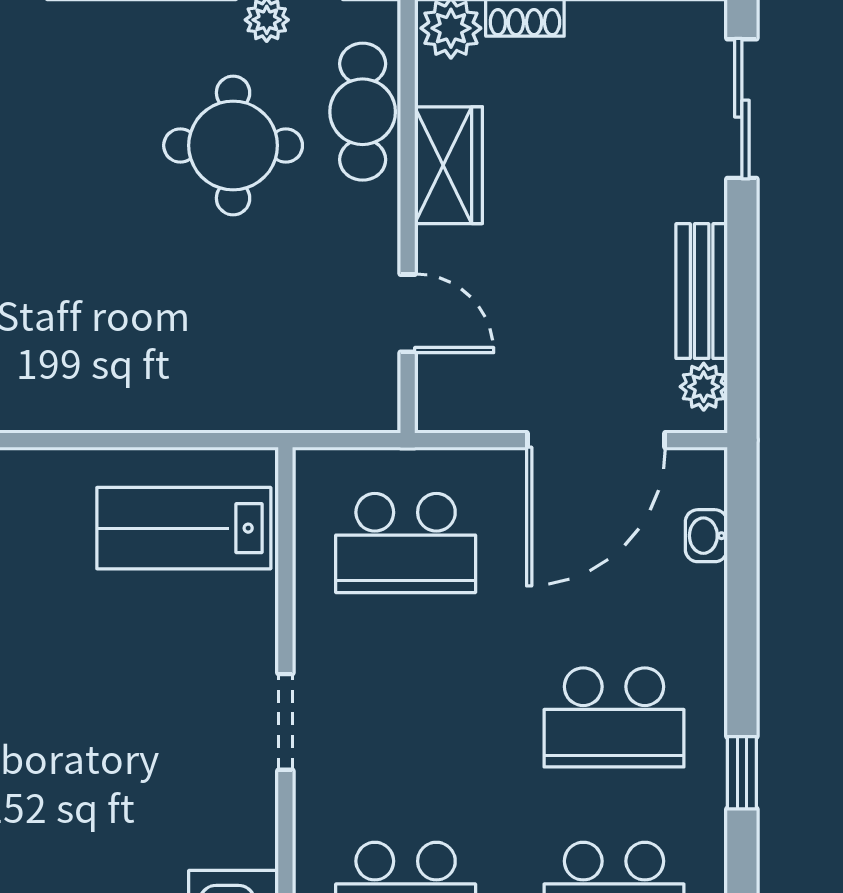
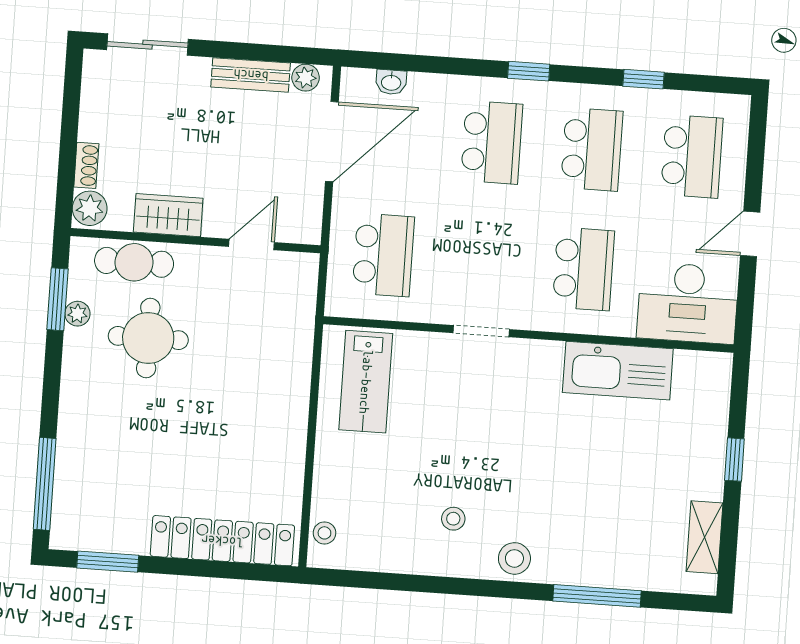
door: (596, 440) -> (332, 142), hinge flipped

